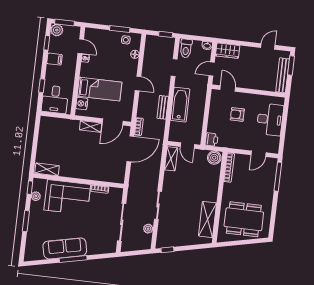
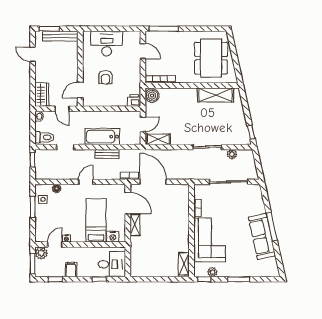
plant: (57, 30) -> (41, 253), moved

